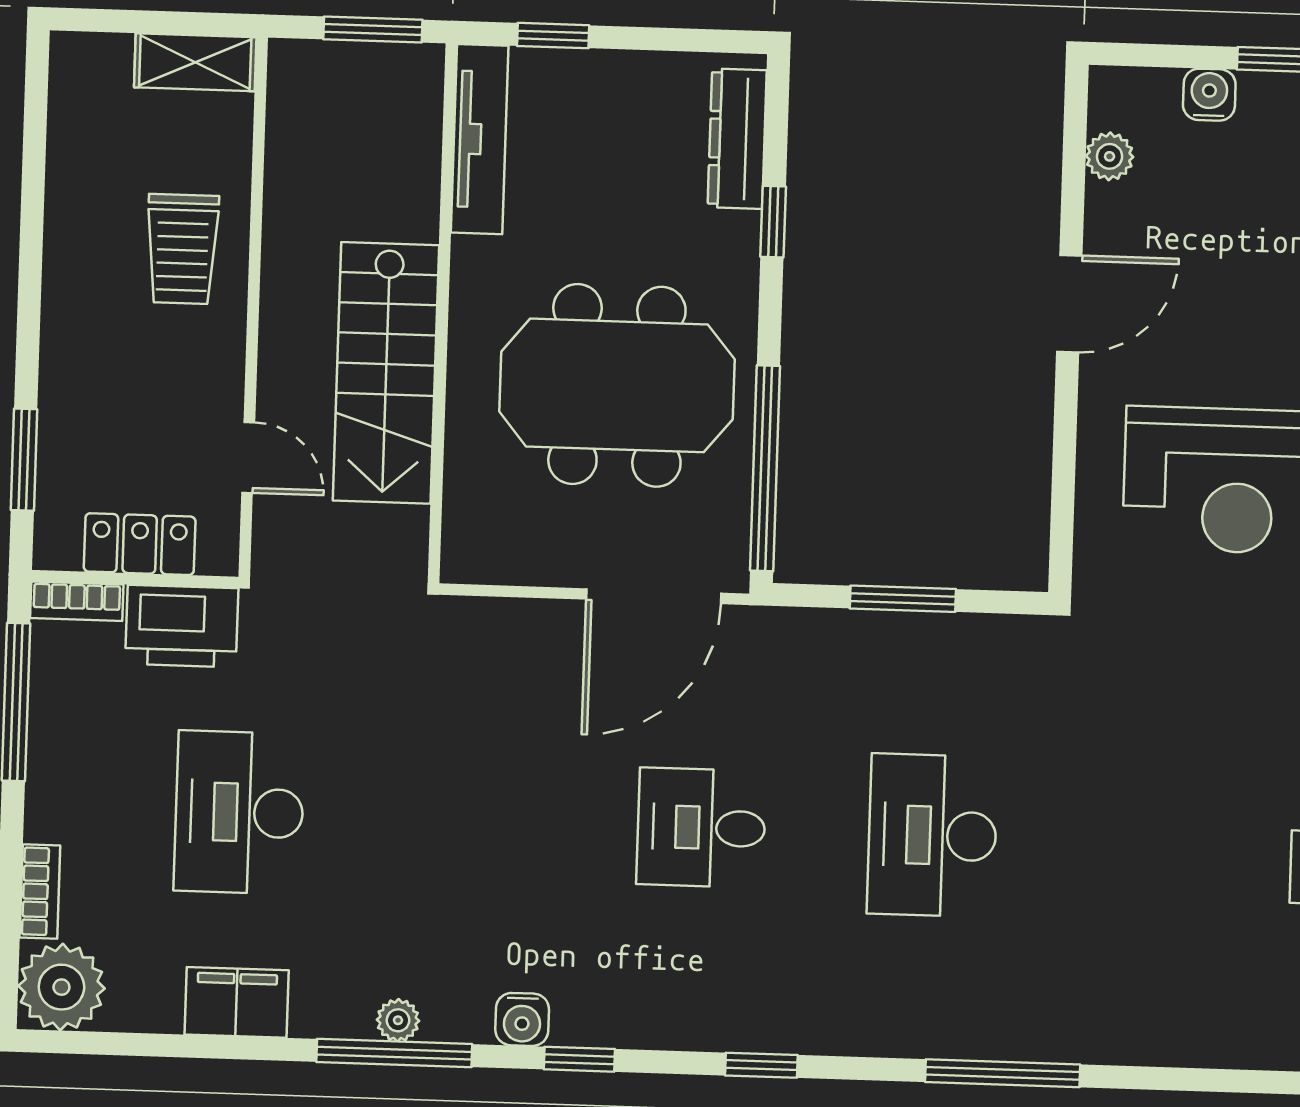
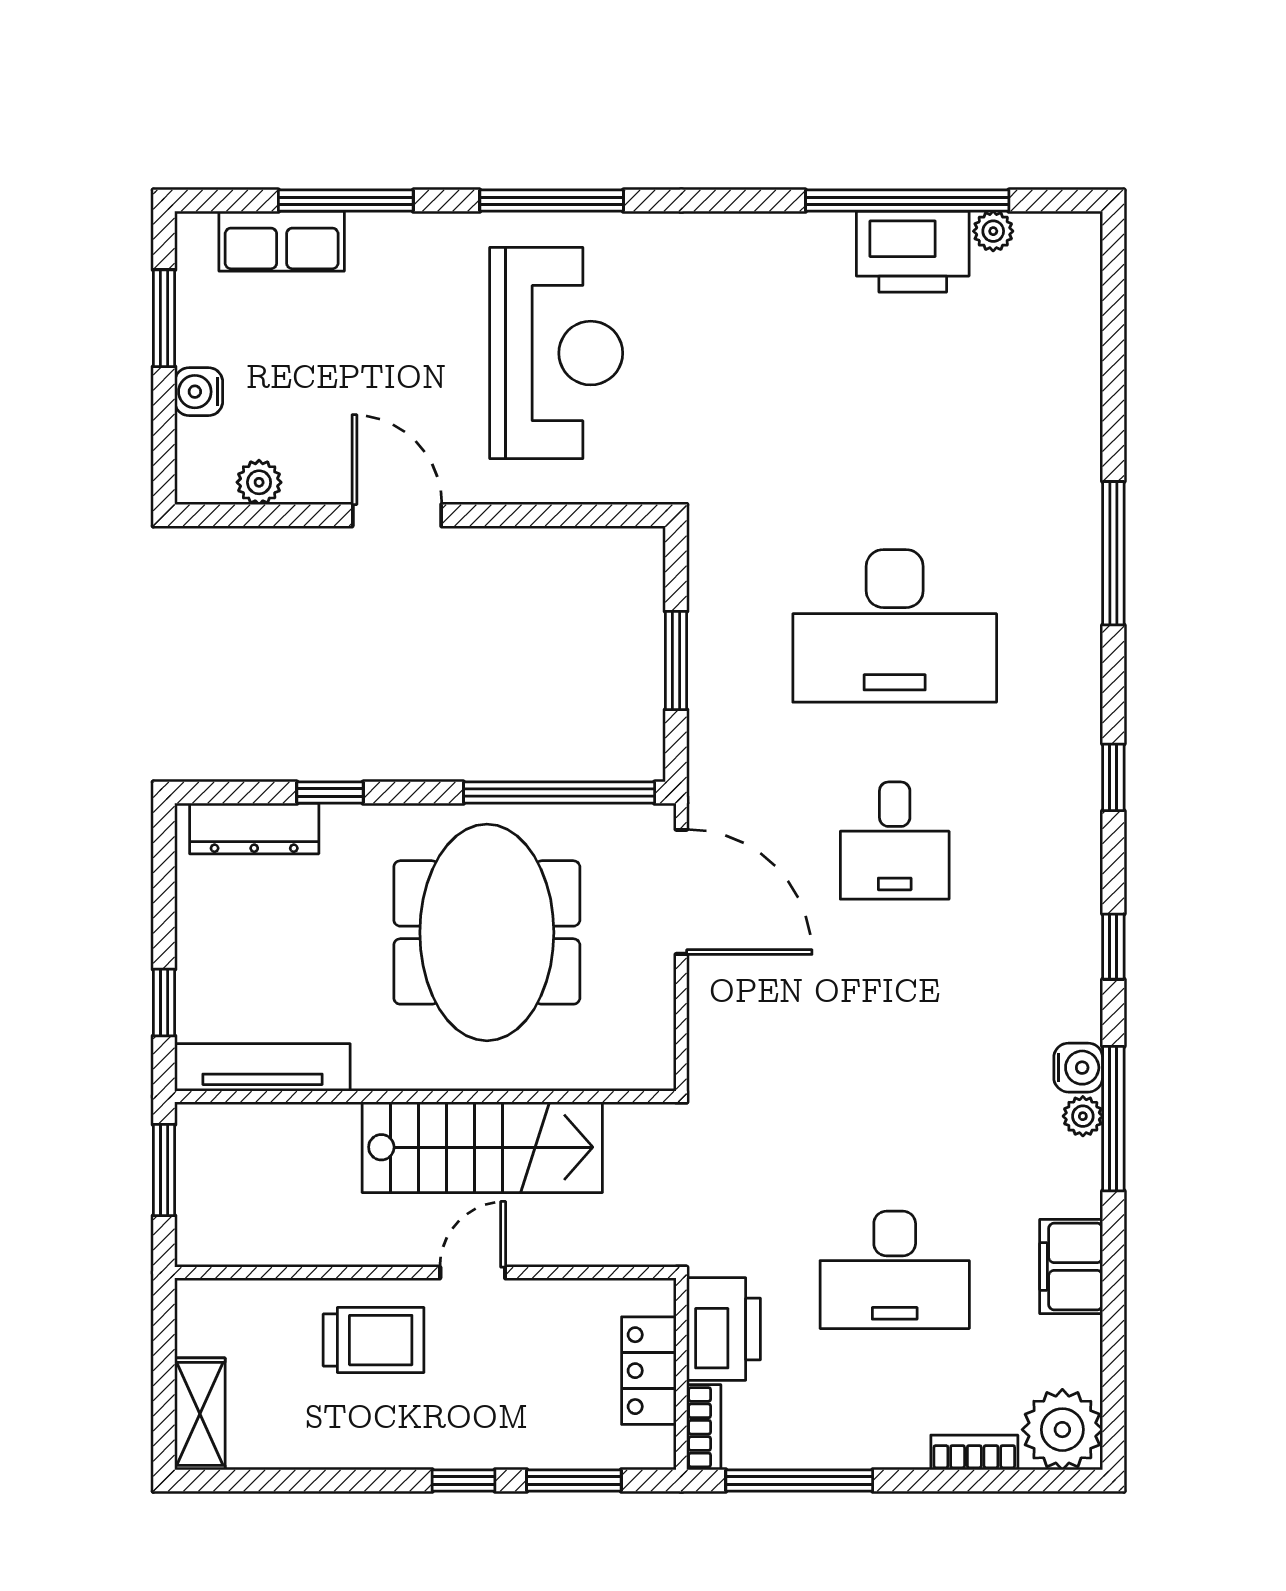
shelving: (195, 62) -> (200, 1414), moved
window: (28, 341) -> (464, 1481), added
door: (248, 457) -> (473, 1273), moved
desk: (932, 835) -> (895, 626), width x1.36, depth x1.30
water cooler: (522, 1019) -> (1078, 1068), moved

